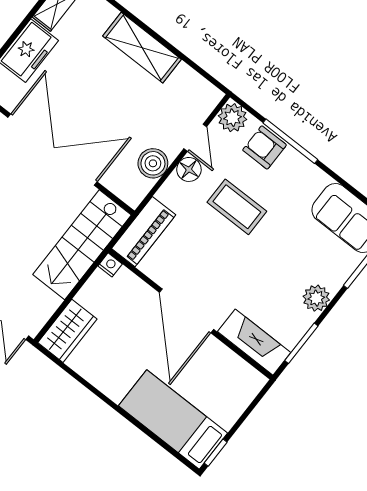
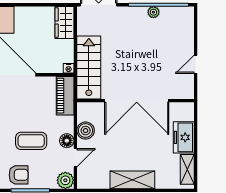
door: (195, 138) -> (75, 158), swing flipped
armchair: (264, 147) -> (19, 175), moved

